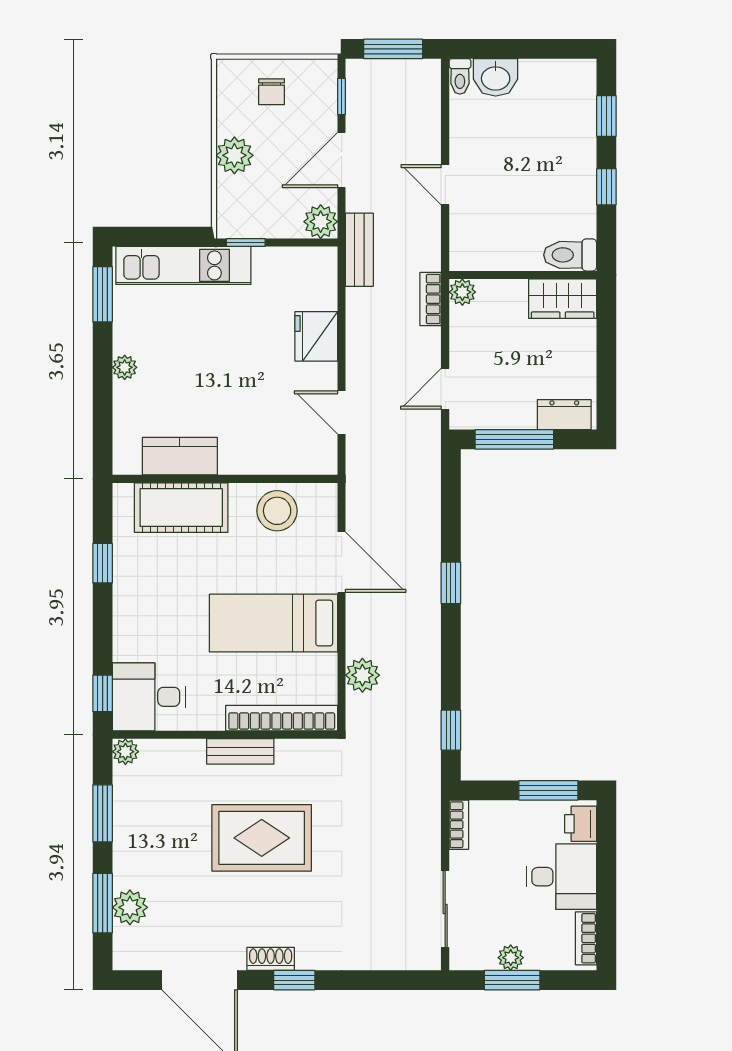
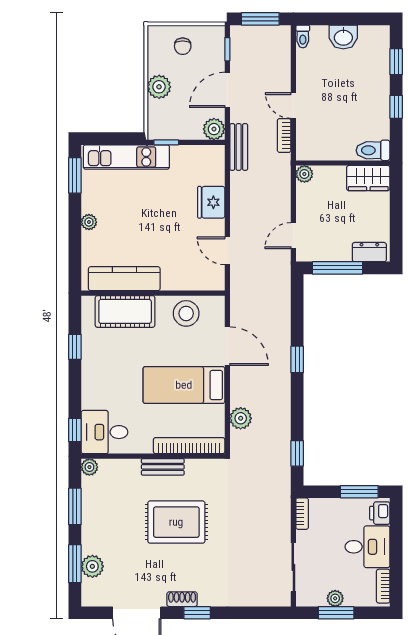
washbasin: (496, 77) -> (343, 37), moved
bookcase: (431, 299) -> (284, 135), moved
kitchen counter: (180, 456) -> (124, 279), width x1.50

